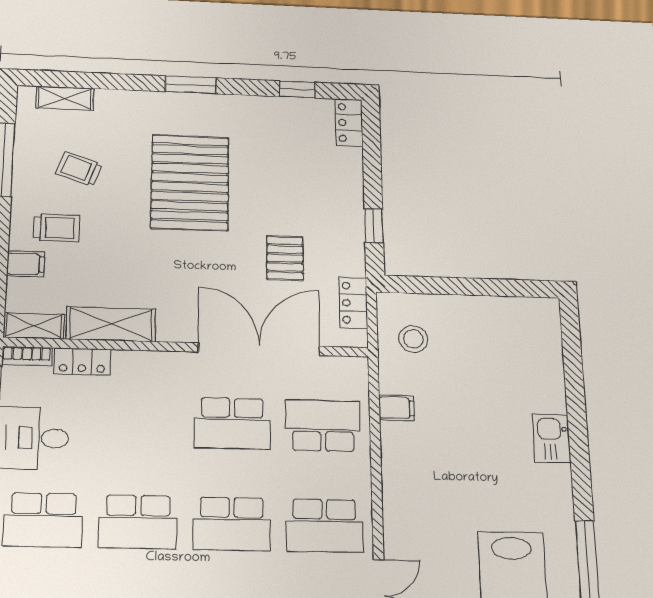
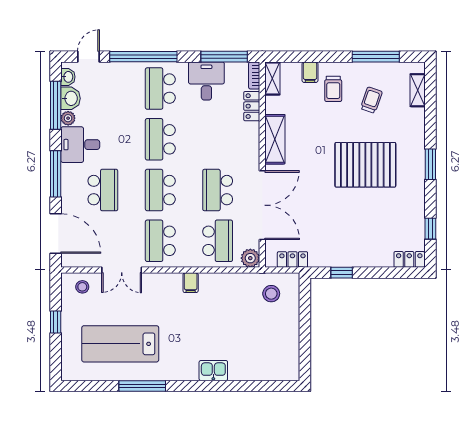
pallet: (285, 258) -> (319, 220), removed
shelving: (111, 324) -> (275, 139), moved
plant: (352, 372) -> (250, 258), added
filing cabinet: (397, 408) -> (191, 283), moved

